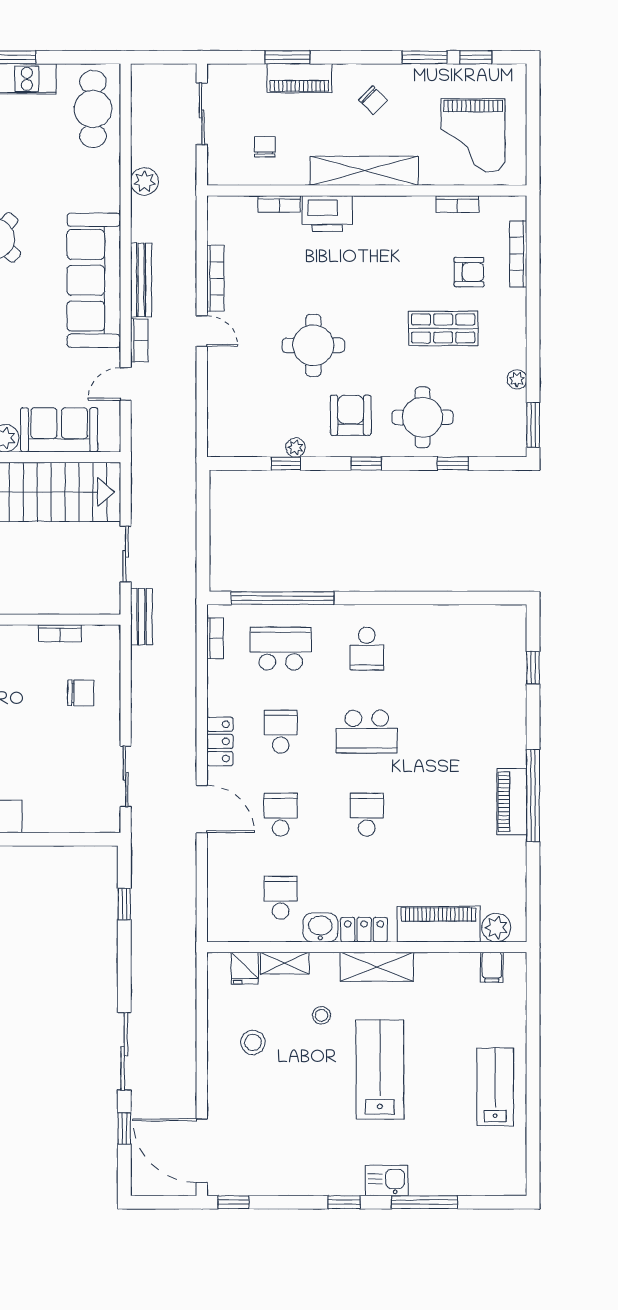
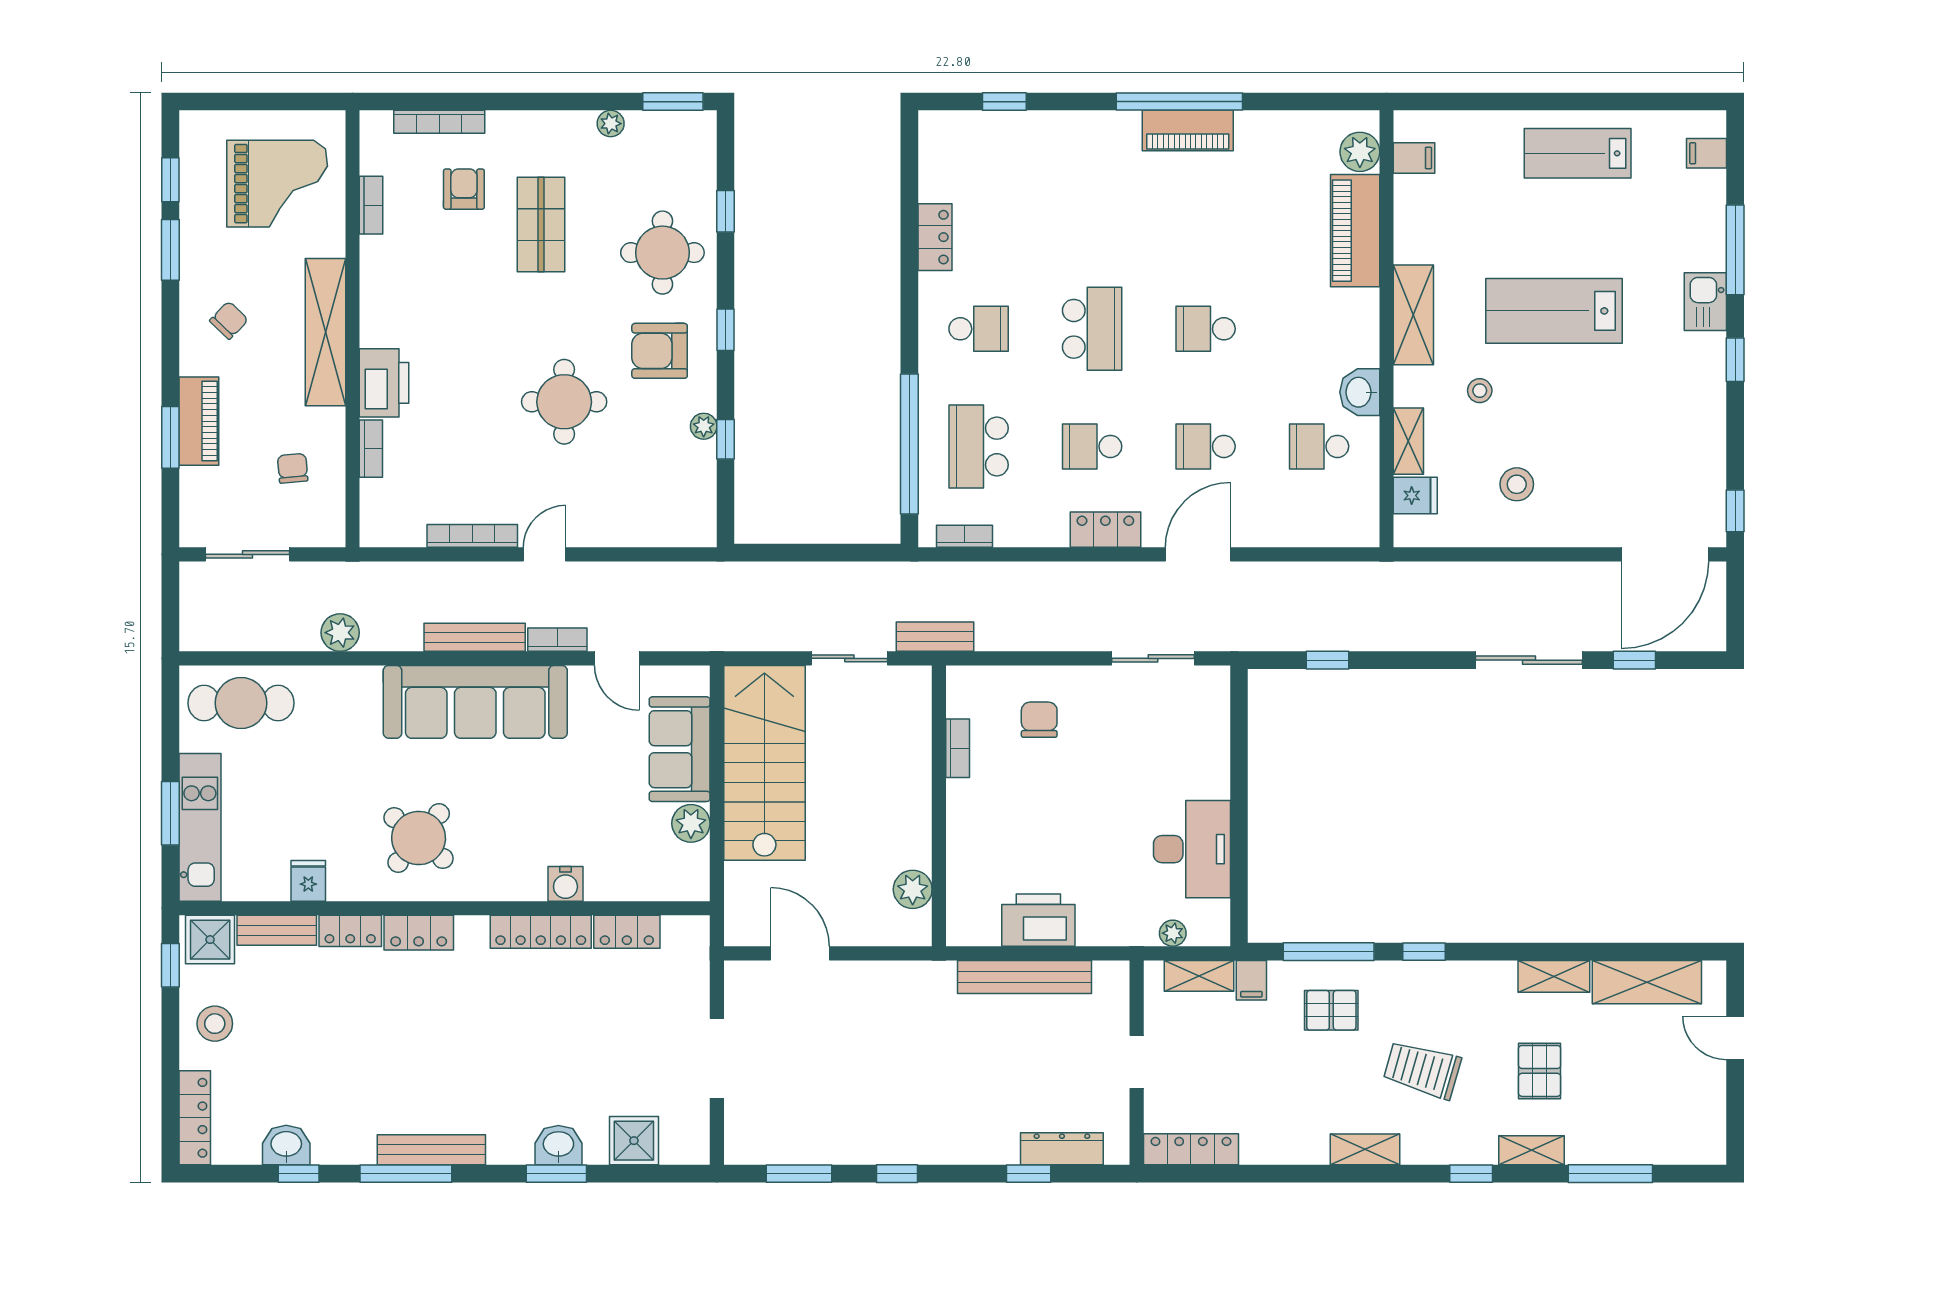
chair: (265, 147) -> (293, 468), turned 85
locker: (364, 930) -> (935, 237), moved, turned 180
filing cabinet: (495, 1181) -> (1707, 153), added

